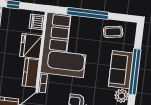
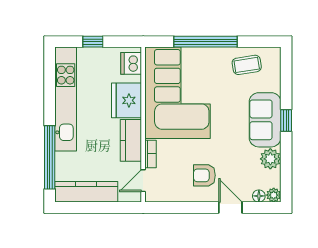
window: (135, 72) -> (286, 121), width x0.32

